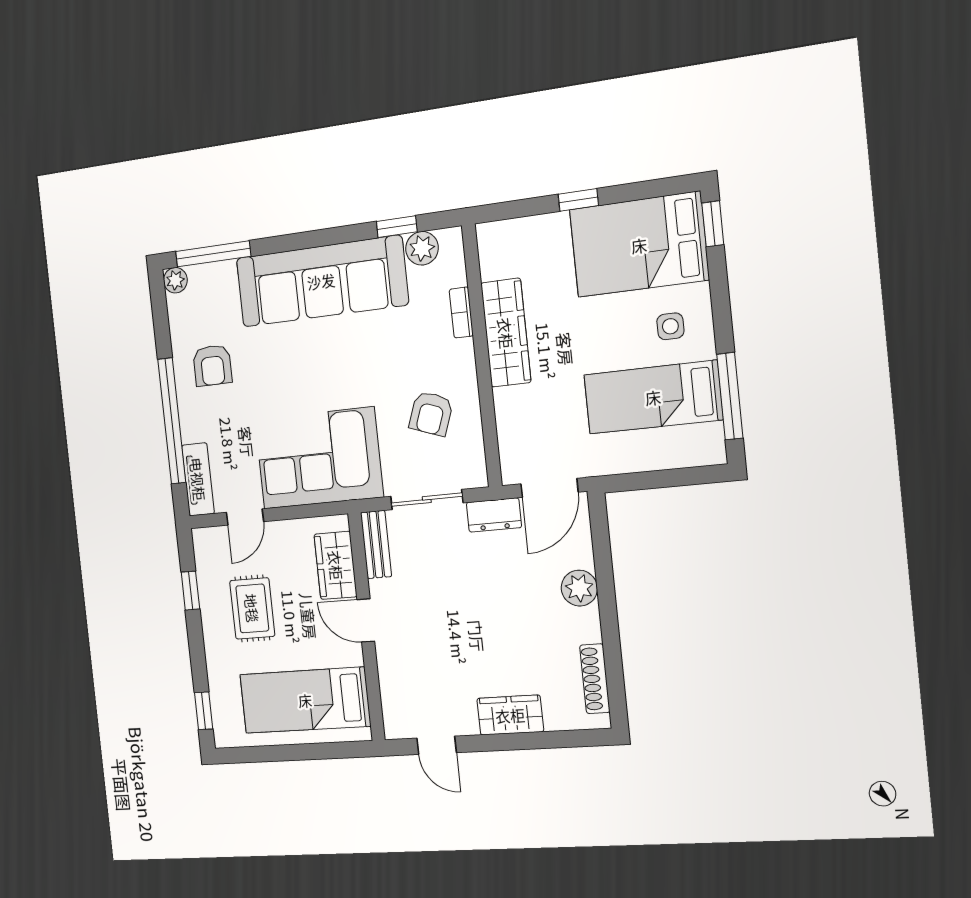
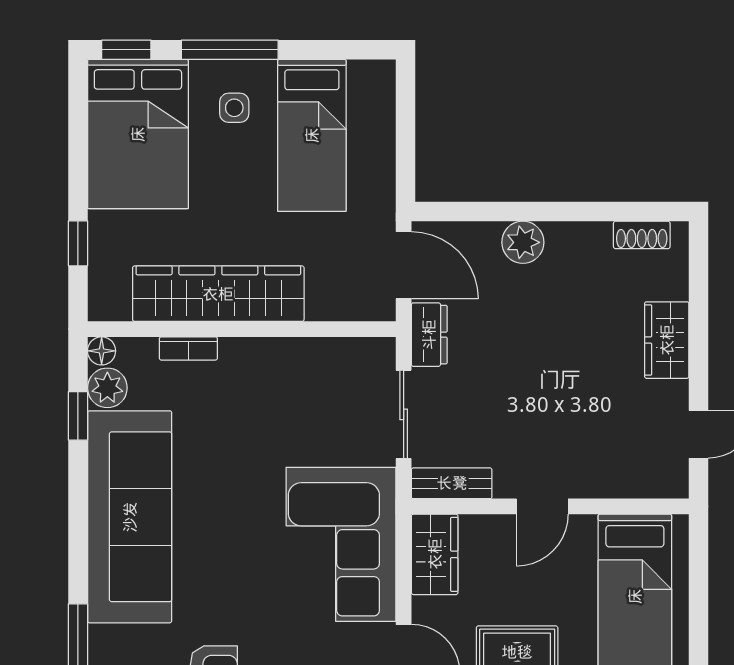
window: (578, 200) -> (78, 243), moved
floor lamp: (452, 239) -> (102, 351), added
wardrobe: (506, 333) -> (218, 294), width x1.40, depth x1.17
window: (730, 396) -> (230, 50), moved
armchair: (431, 414) -> (302, 398), removed
wardrobe: (336, 565) -> (435, 554), moved, turned -90
shoe rack: (595, 679) -> (642, 235), width x0.70

